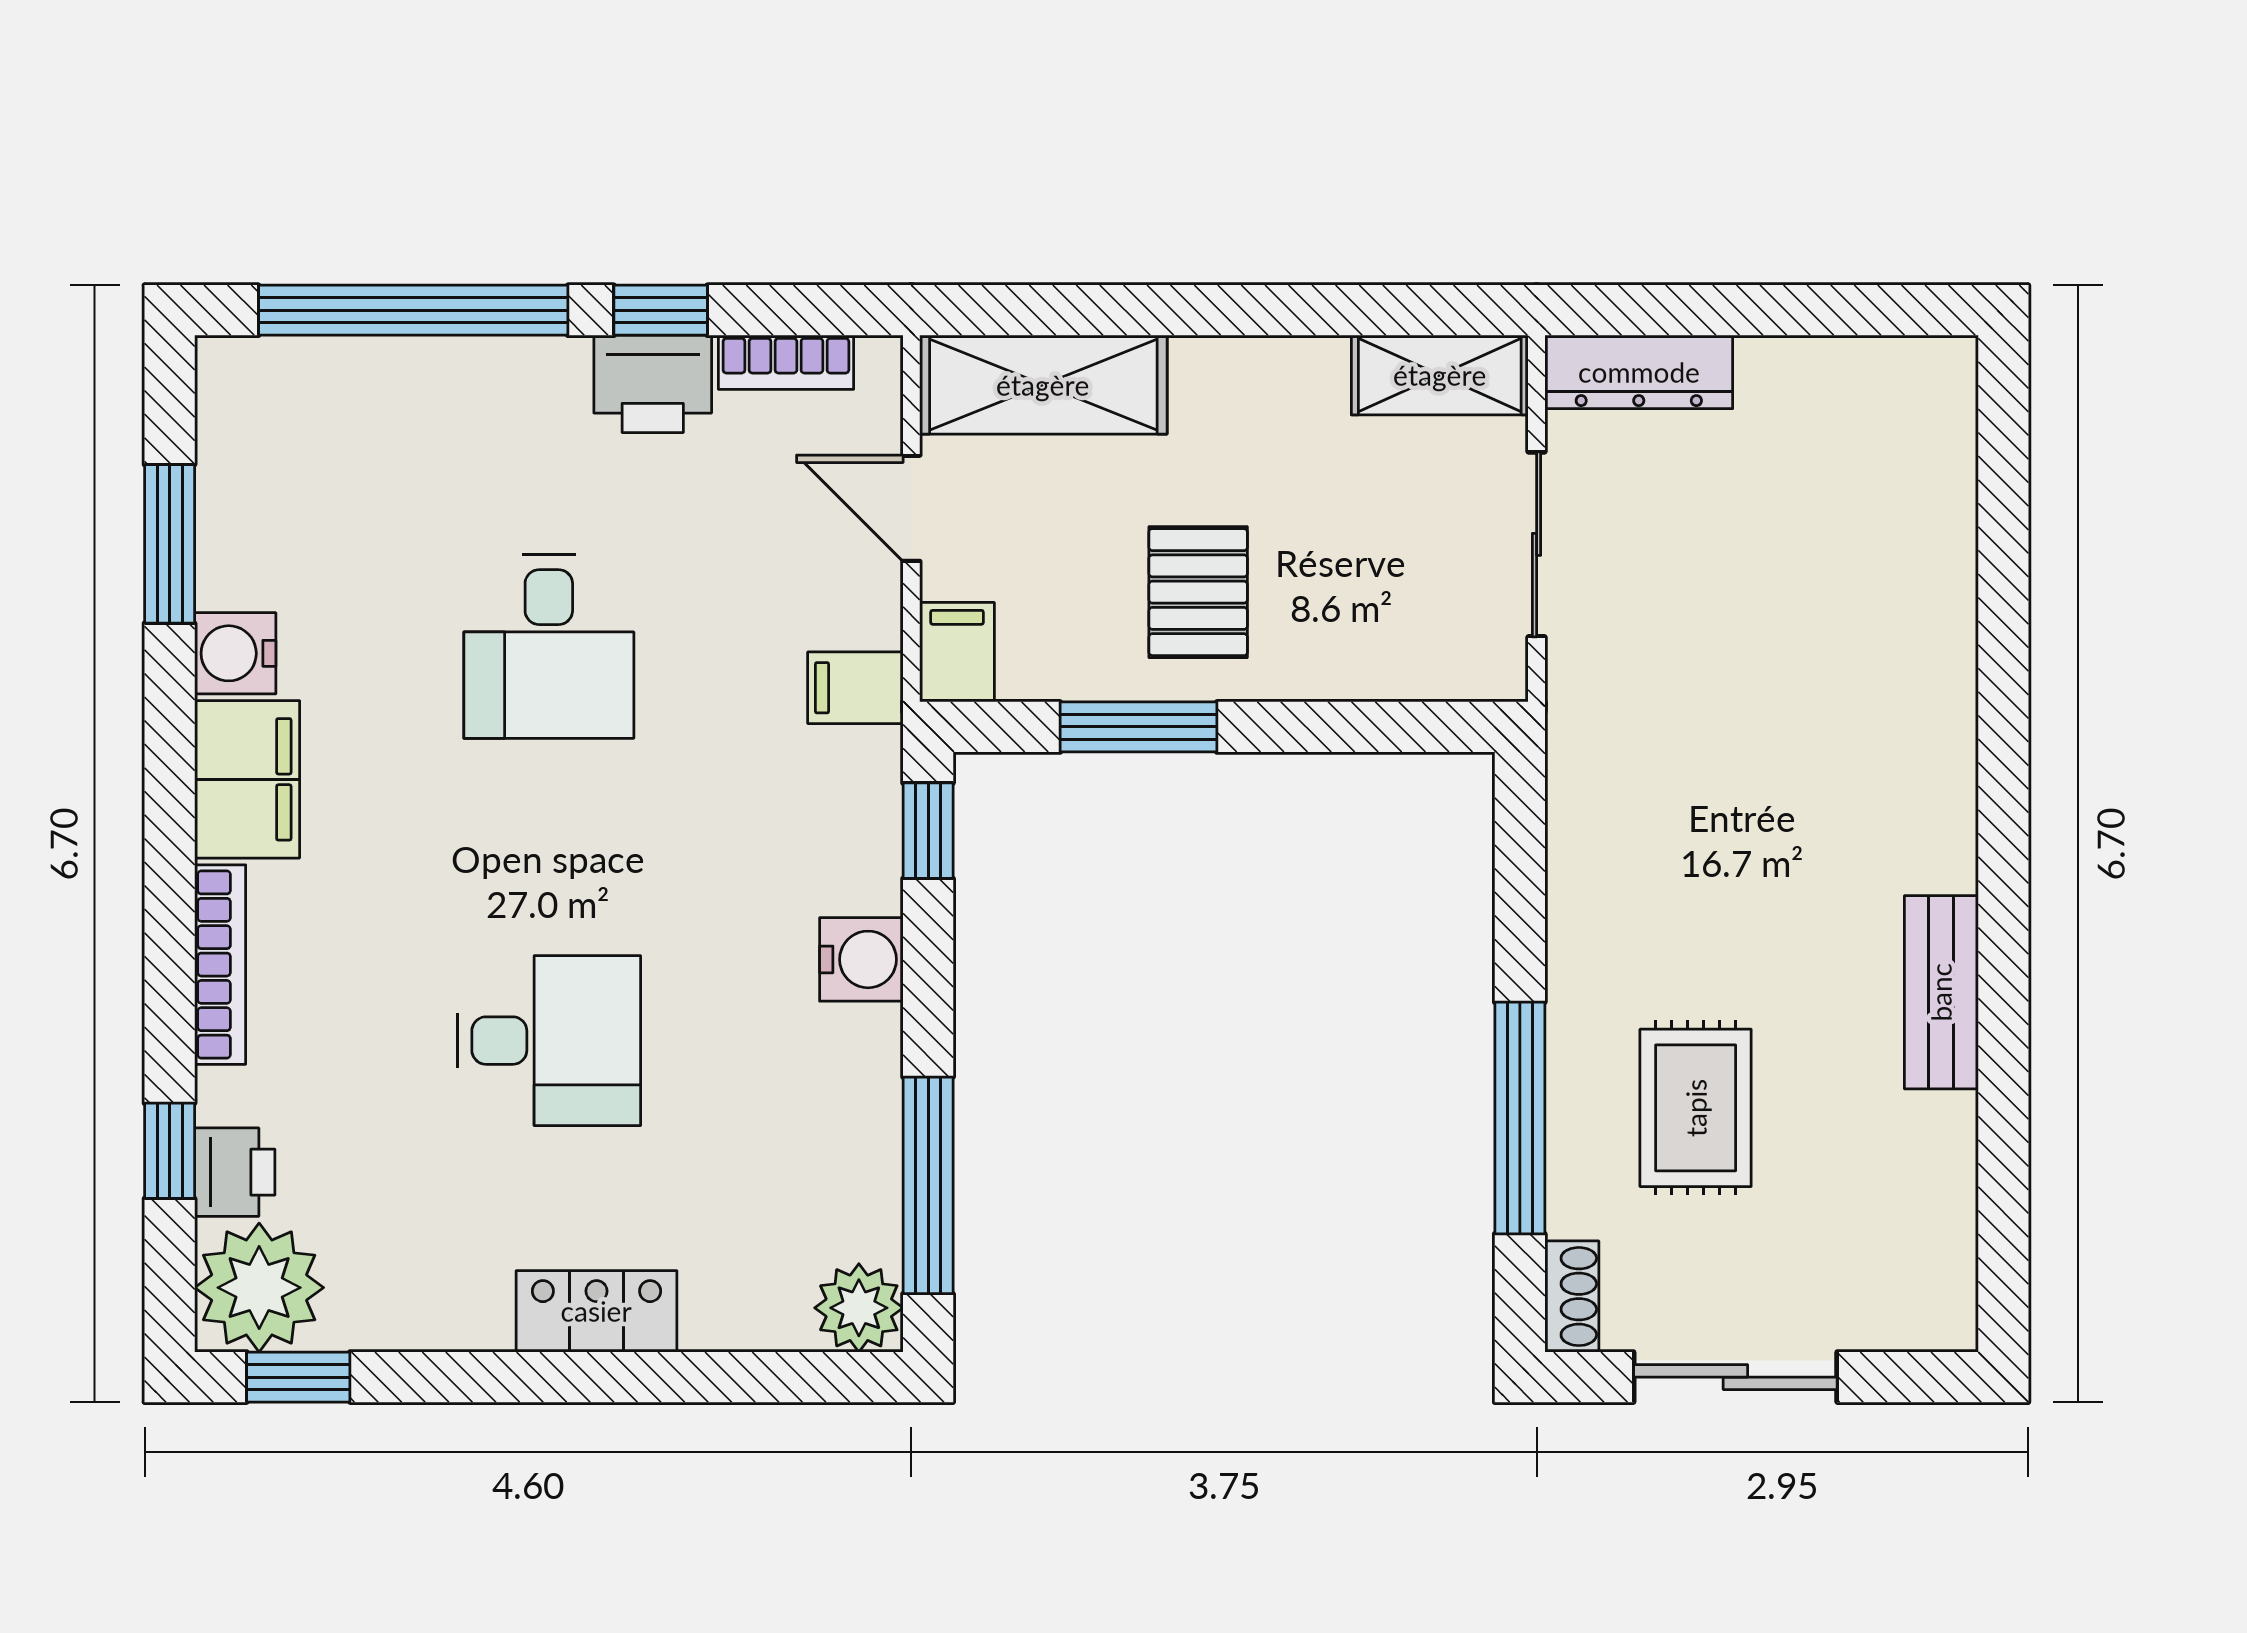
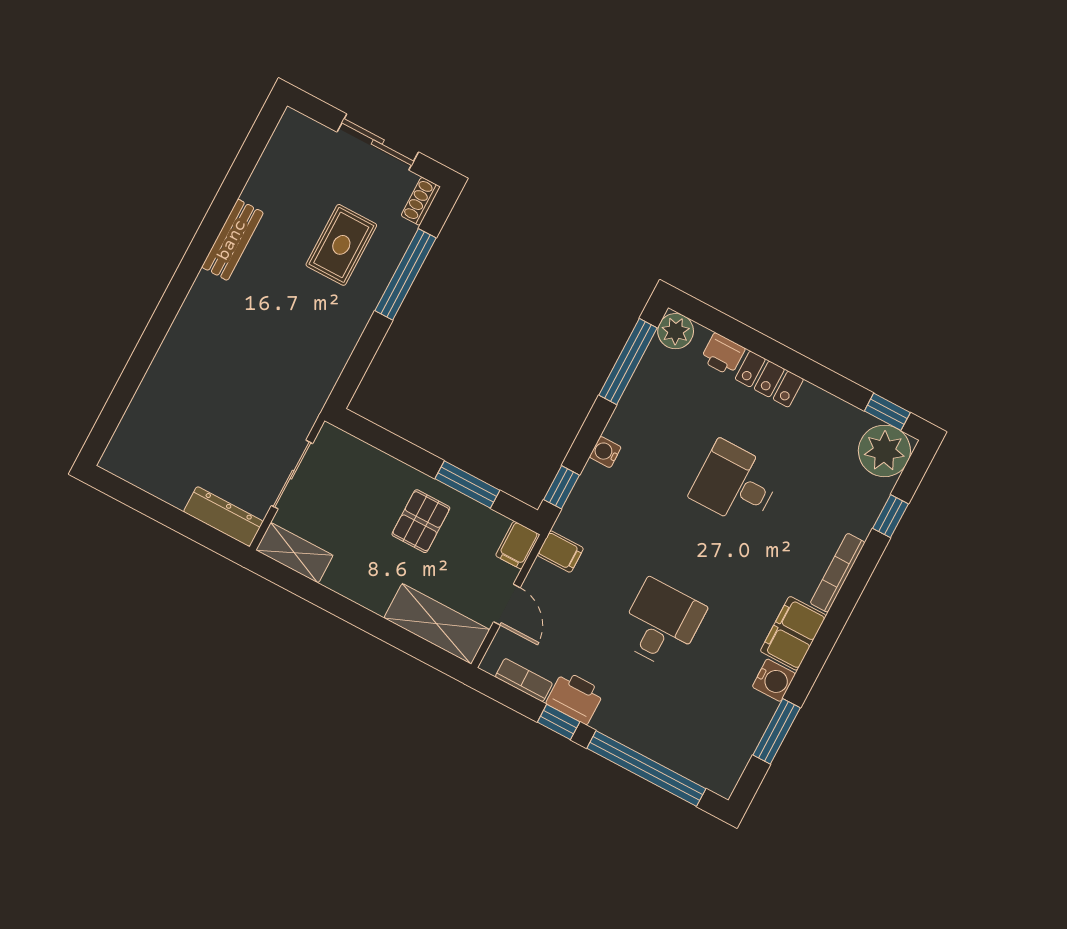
water cooler: (861, 959) -> (605, 452), width x0.72, depth x0.72
printer: (235, 1172) -> (723, 354), moved, turned -90

